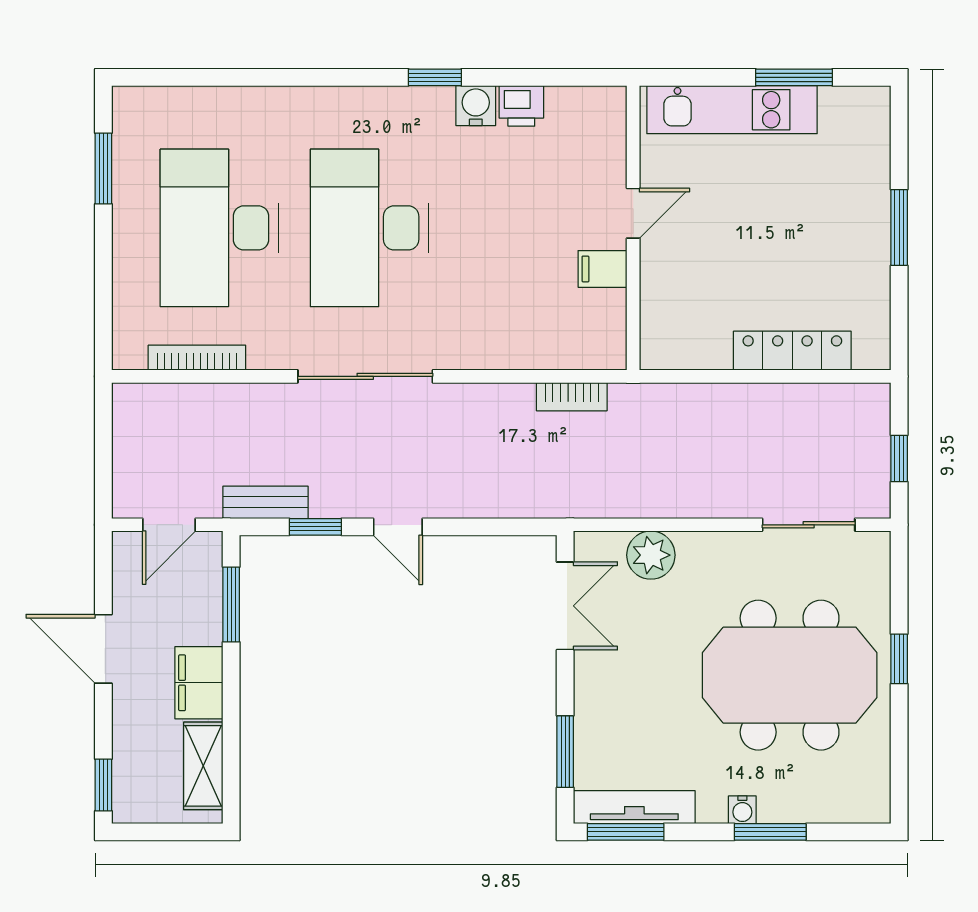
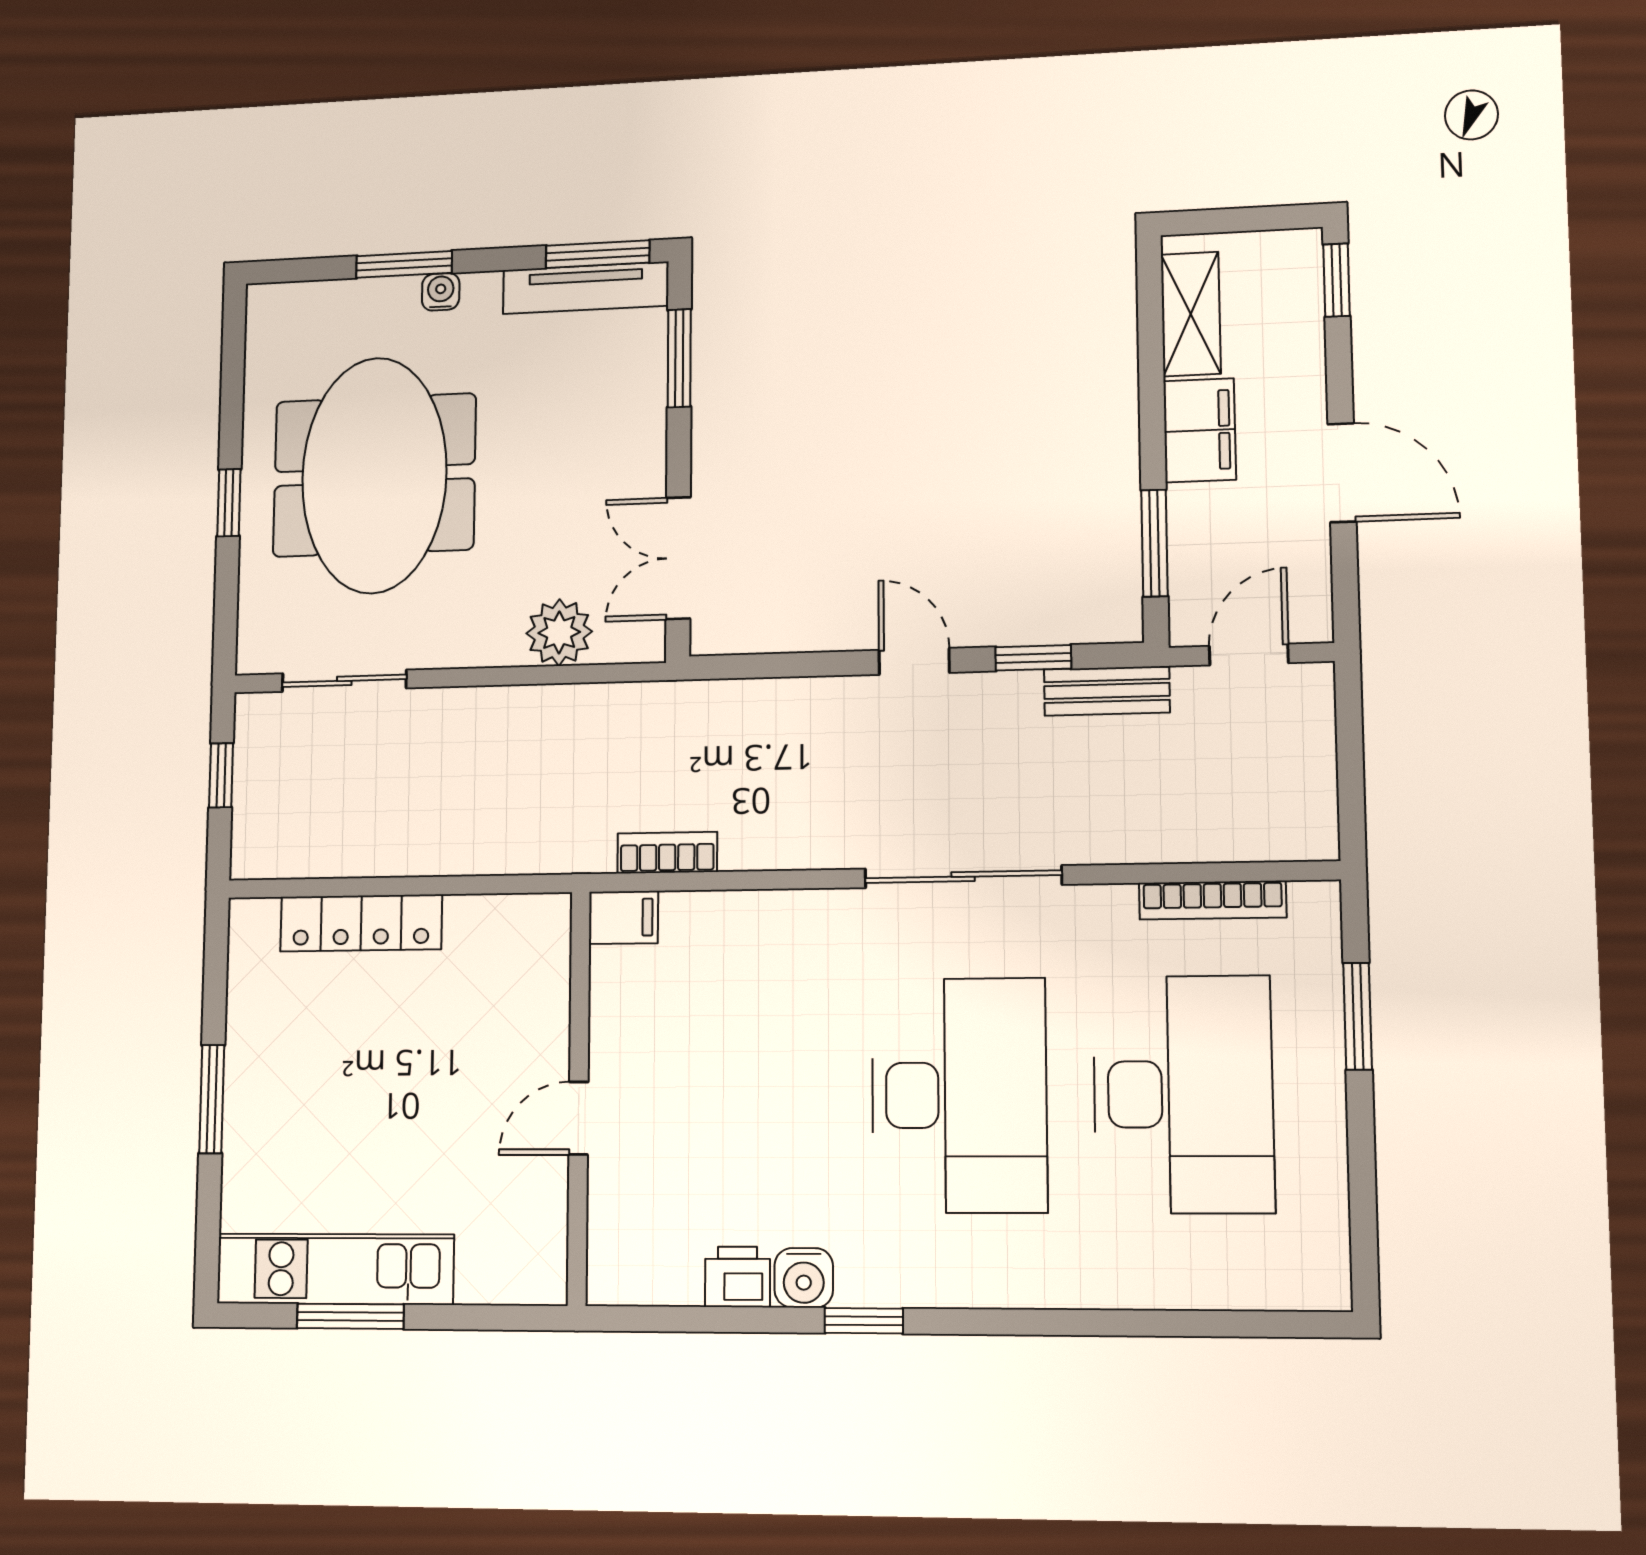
kitchen unit: (732, 110) -> (335, 1269), moved
window: (103, 168) -> (1358, 1016), moved
filing cabinet: (603, 269) -> (623, 917), moved
meeting table: (790, 675) -> (374, 475), turned 90

